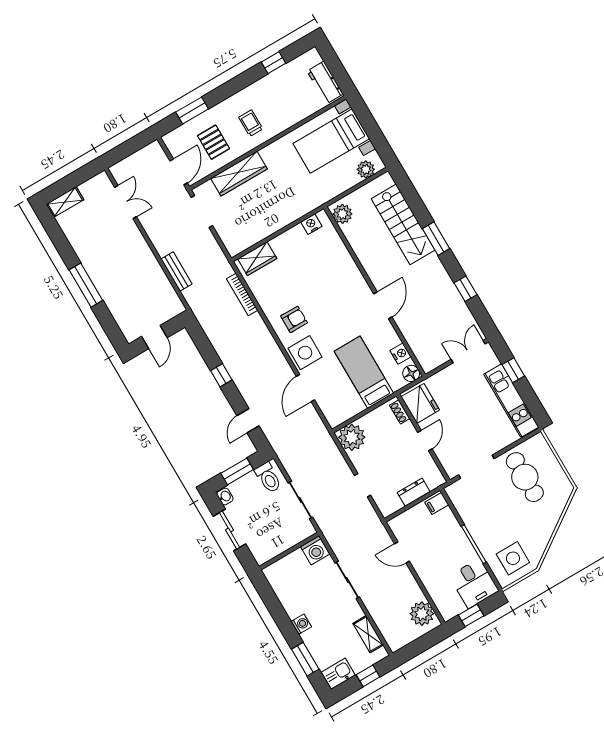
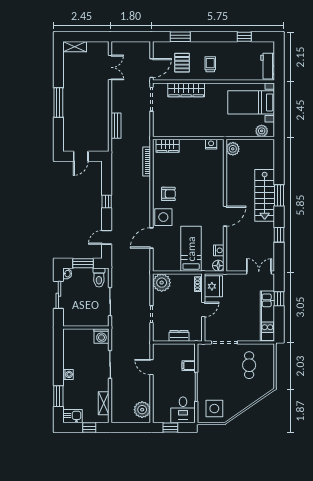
stairs: (403, 224) -> (265, 195), moved
cafe table: (525, 477) -> (249, 365), width x0.73, depth x0.74
filing cabinet: (437, 504) -> (189, 366), moved

